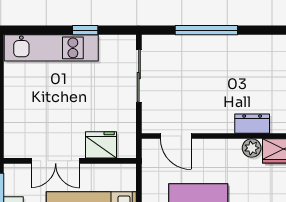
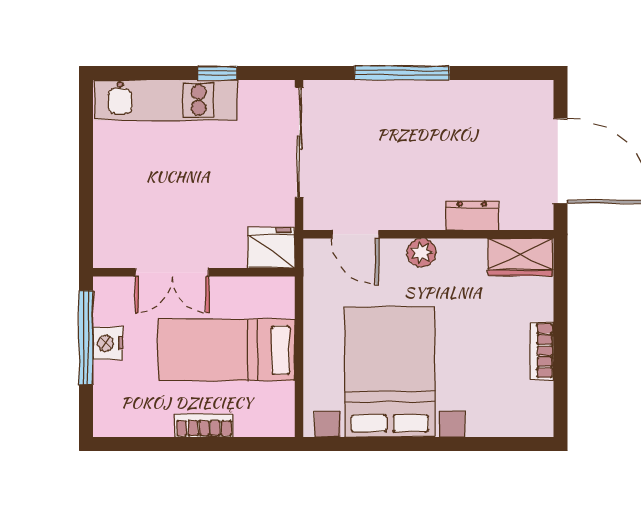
sliding door: (139, 76) -> (299, 142), width x1.37
fridge: (101, 145) -> (271, 248), moved
plant: (252, 148) -> (421, 253), moved

